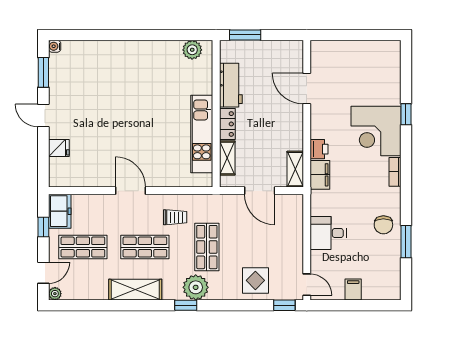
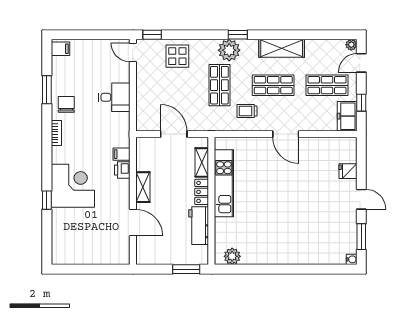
shelving: (295, 169) -> (143, 187), moved
bookcase: (395, 172) -> (56, 133), moved
filing cabinet: (320, 175) -> (121, 154), width x0.50
filing cabinet: (353, 289) -> (60, 49), moved, turned -90

